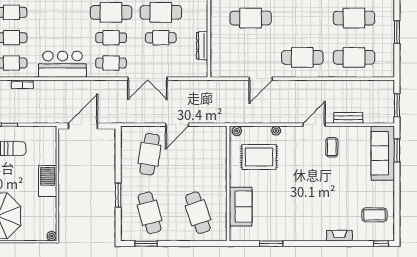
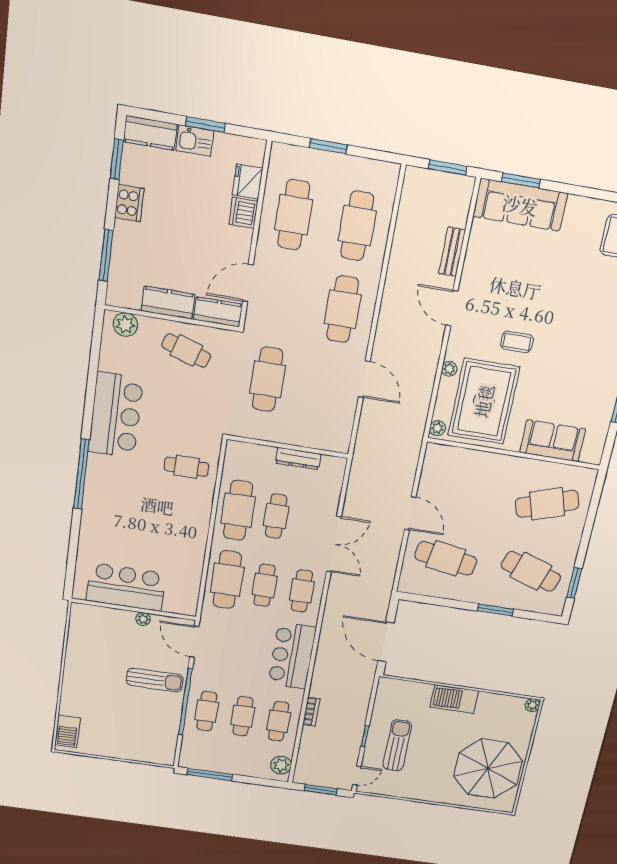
coffee table: (332, 147) -> (517, 342), moved
rug: (259, 157) -> (484, 401), width x1.37, depth x1.44
cafe table: (150, 213) -> (531, 571), turned 33

